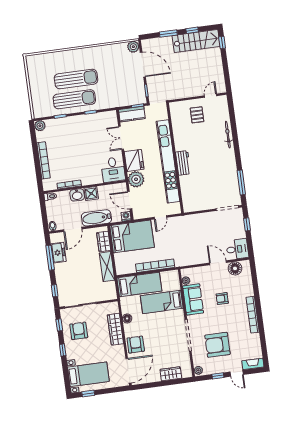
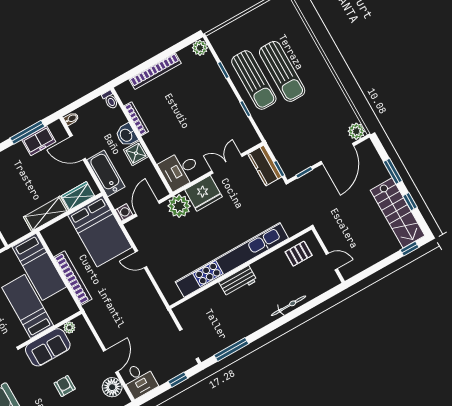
wall: (175, 158) -> (240, 268), moved
kitchen unit: (168, 161) -> (232, 260), moved
workbench: (183, 163) -> (238, 281), moved

